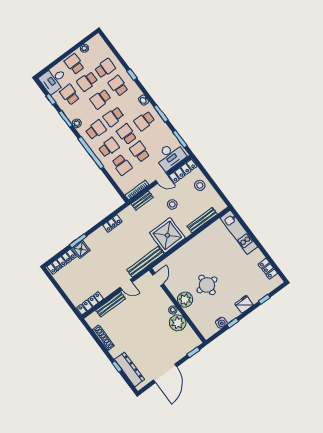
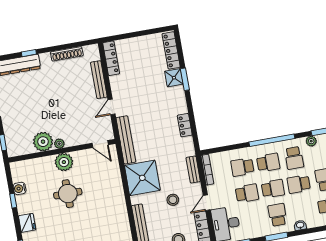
school desk: (113, 117) -> (299, 184), turned -90
school desk: (109, 147) -> (268, 163), turned -90

